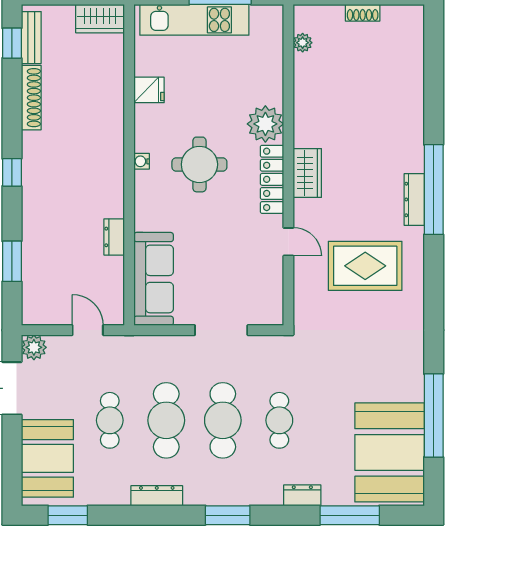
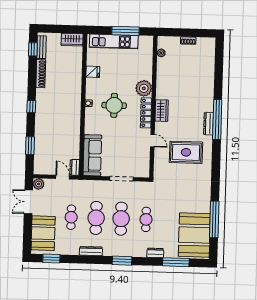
dresser: (114, 237) -> (75, 167), moved

